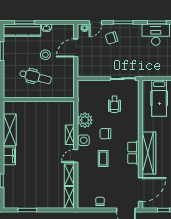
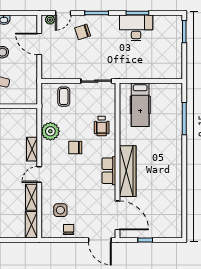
door: (76, 48) -> (39, 44), hinge flipped
wheelchair: (114, 104) -> (102, 126), moved
side table: (84, 140) -> (60, 210), moved
coffee table: (103, 158) -> (64, 97), moved
door: (140, 190) -> (117, 215), hinge flipped

